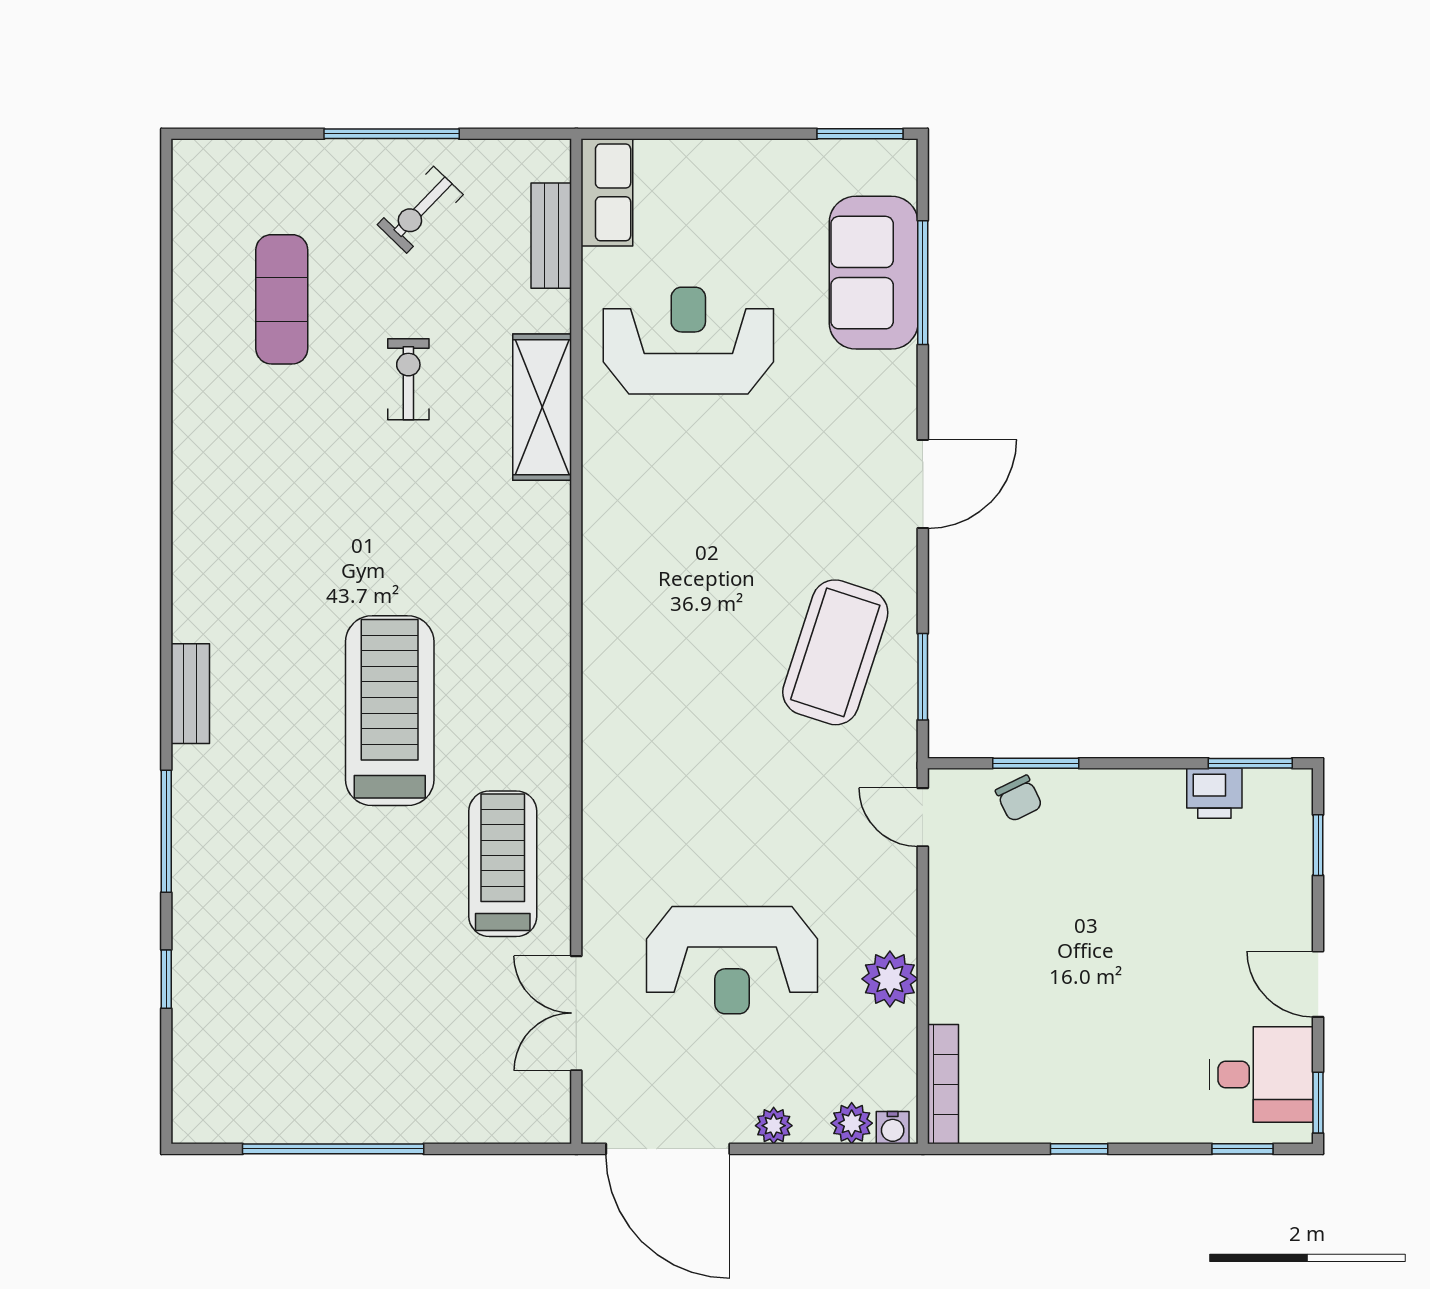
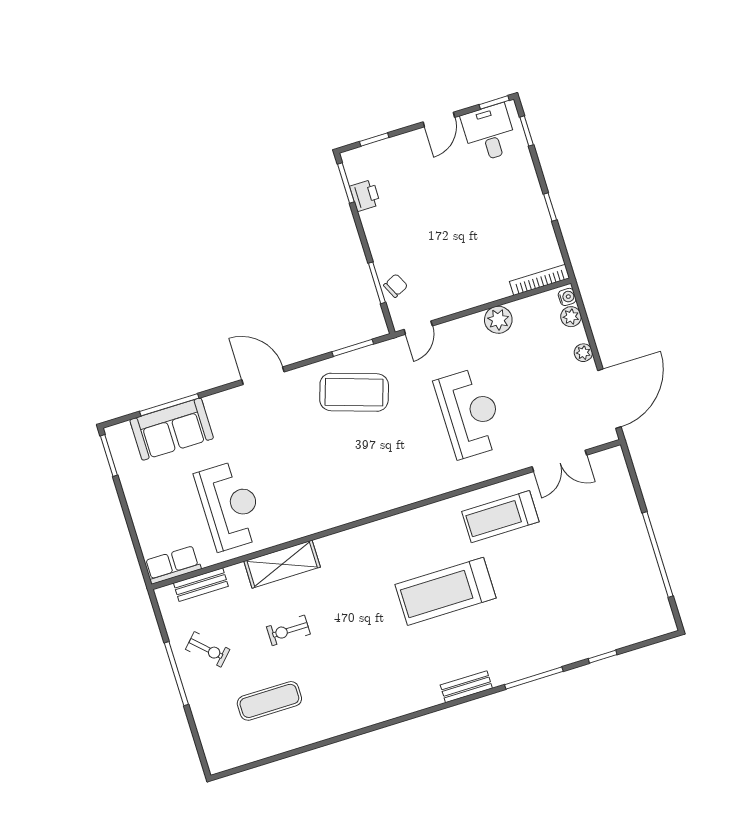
reception desk: (688, 341) -> (230, 506), turned 180
reception desk: (732, 960) -> (470, 413), moved

